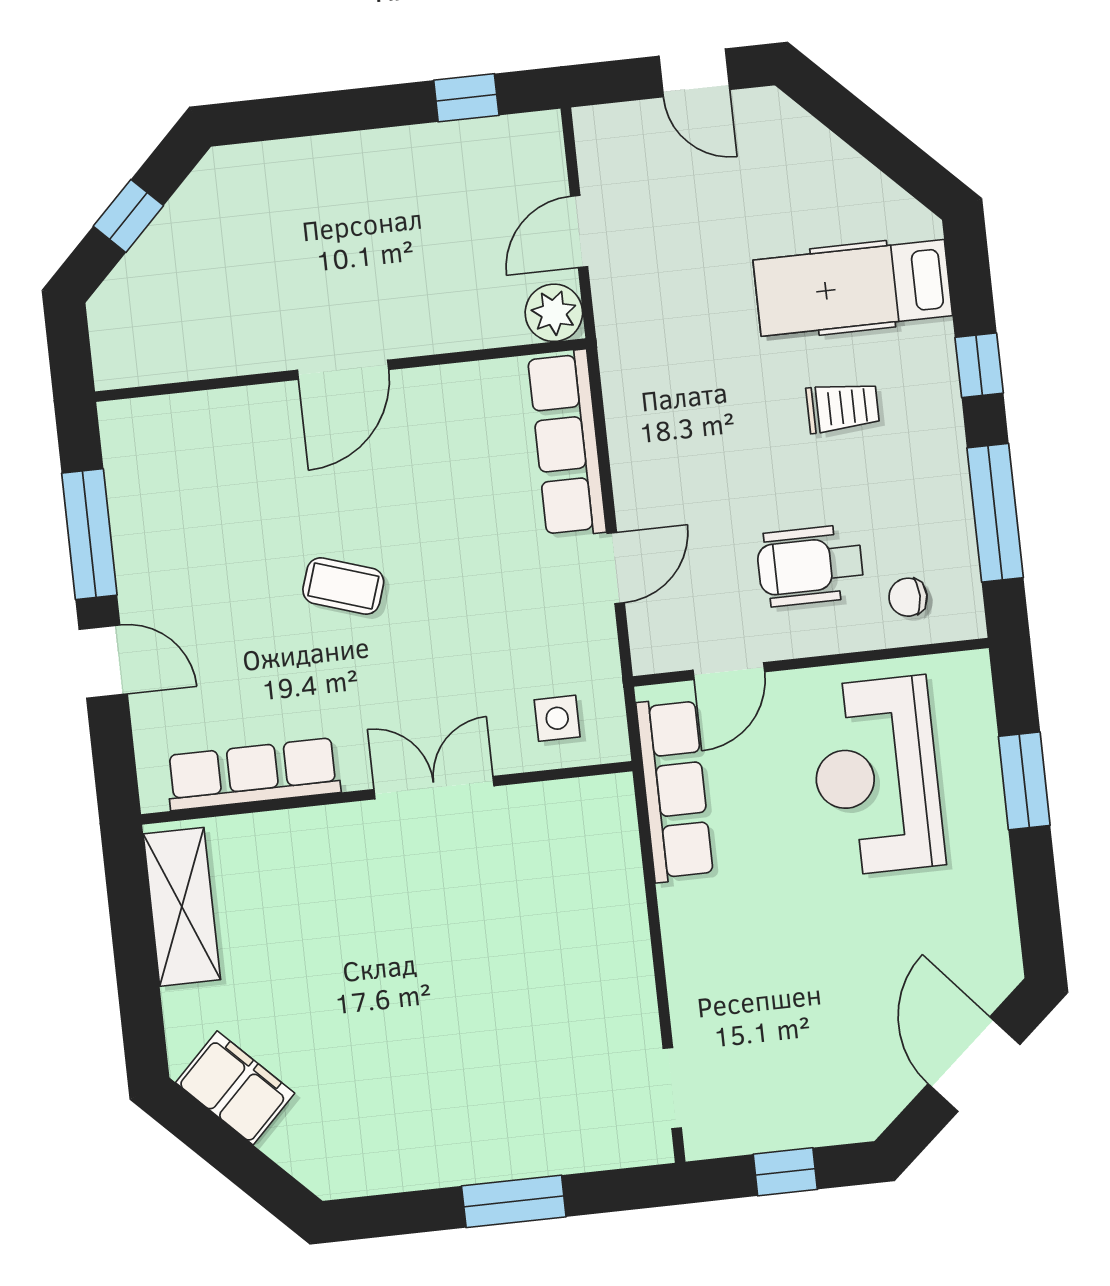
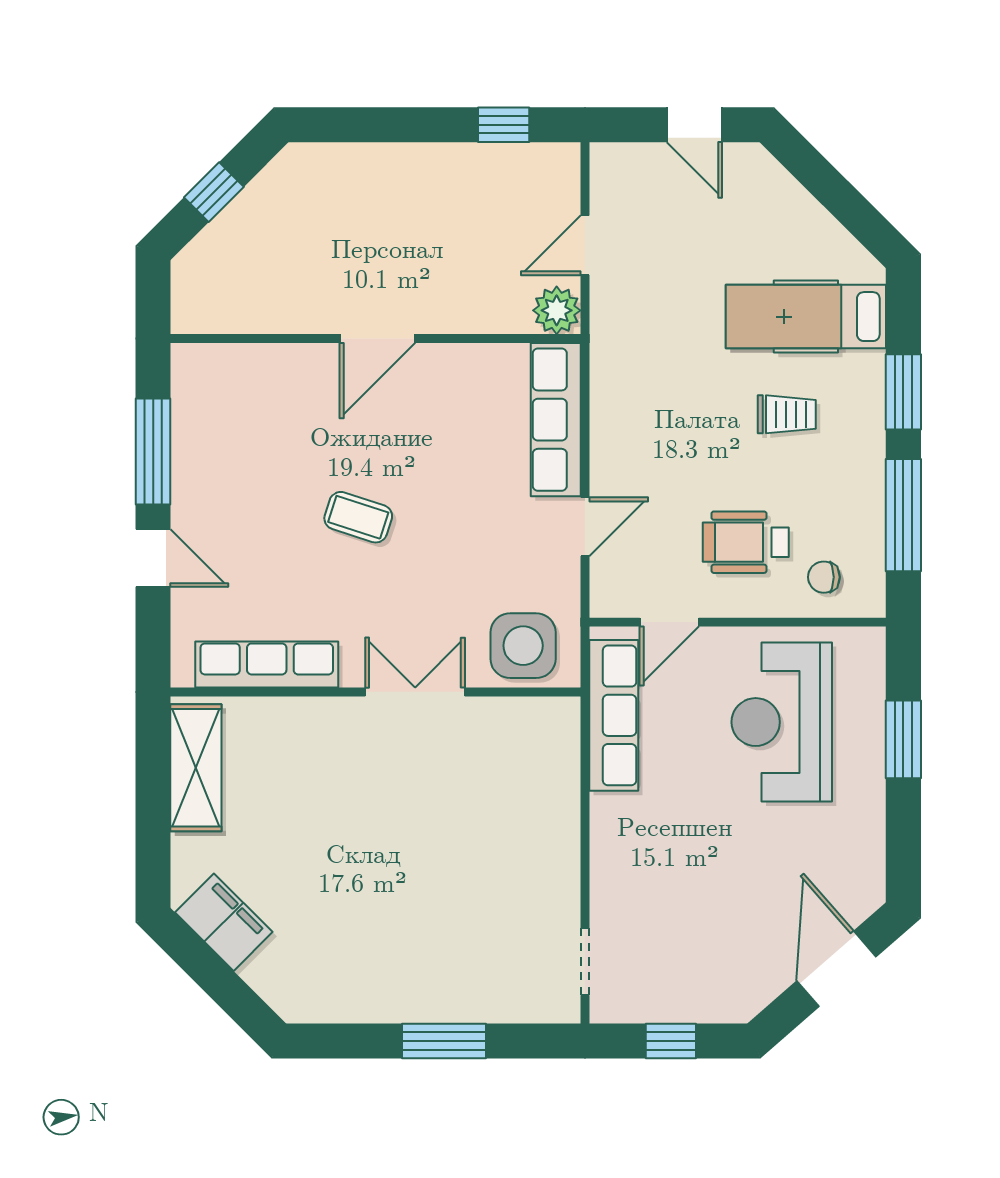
window: (979, 365) -> (903, 392), width x1.50
side table: (557, 718) -> (523, 646), width x1.87, depth x1.87

